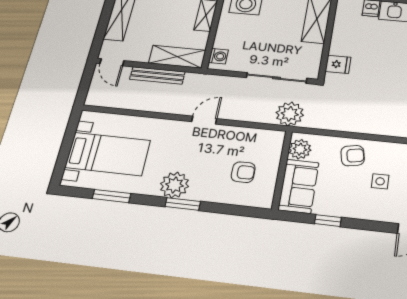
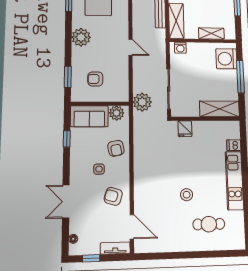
armchair: (243, 172) -> (95, 79), turned 90
window: (183, 204) -> (68, 77), moved

